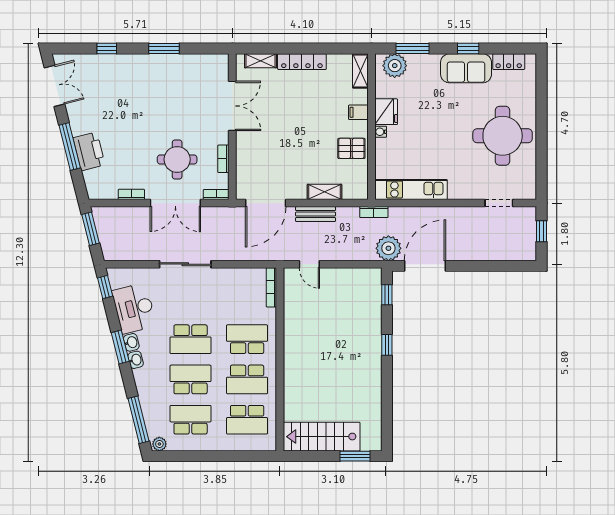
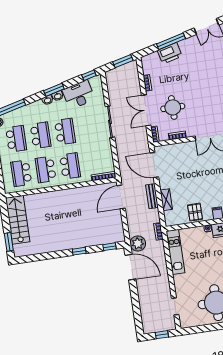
door: (309, 264) -> (121, 197), width x1.87
school desk: (191, 339) -> (65, 132), turned 180

